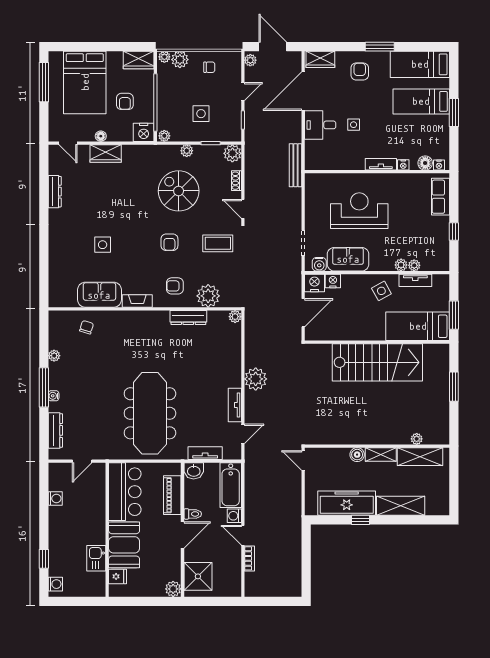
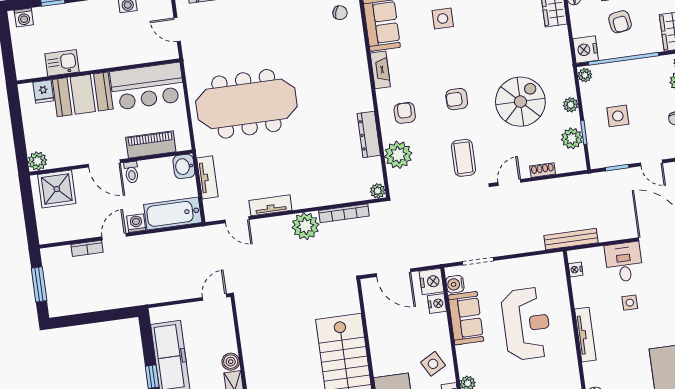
armchair: (125, 101) -> (620, 22), turned -99
plant: (232, 153) -> (572, 138), moved
tv unit: (381, 164) -> (585, 335), width x1.41
nightstand: (403, 165) -> (576, 270), moved
bookcase: (249, 346) -> (344, 213), added
window: (273, 601) -> (39, 284), added

